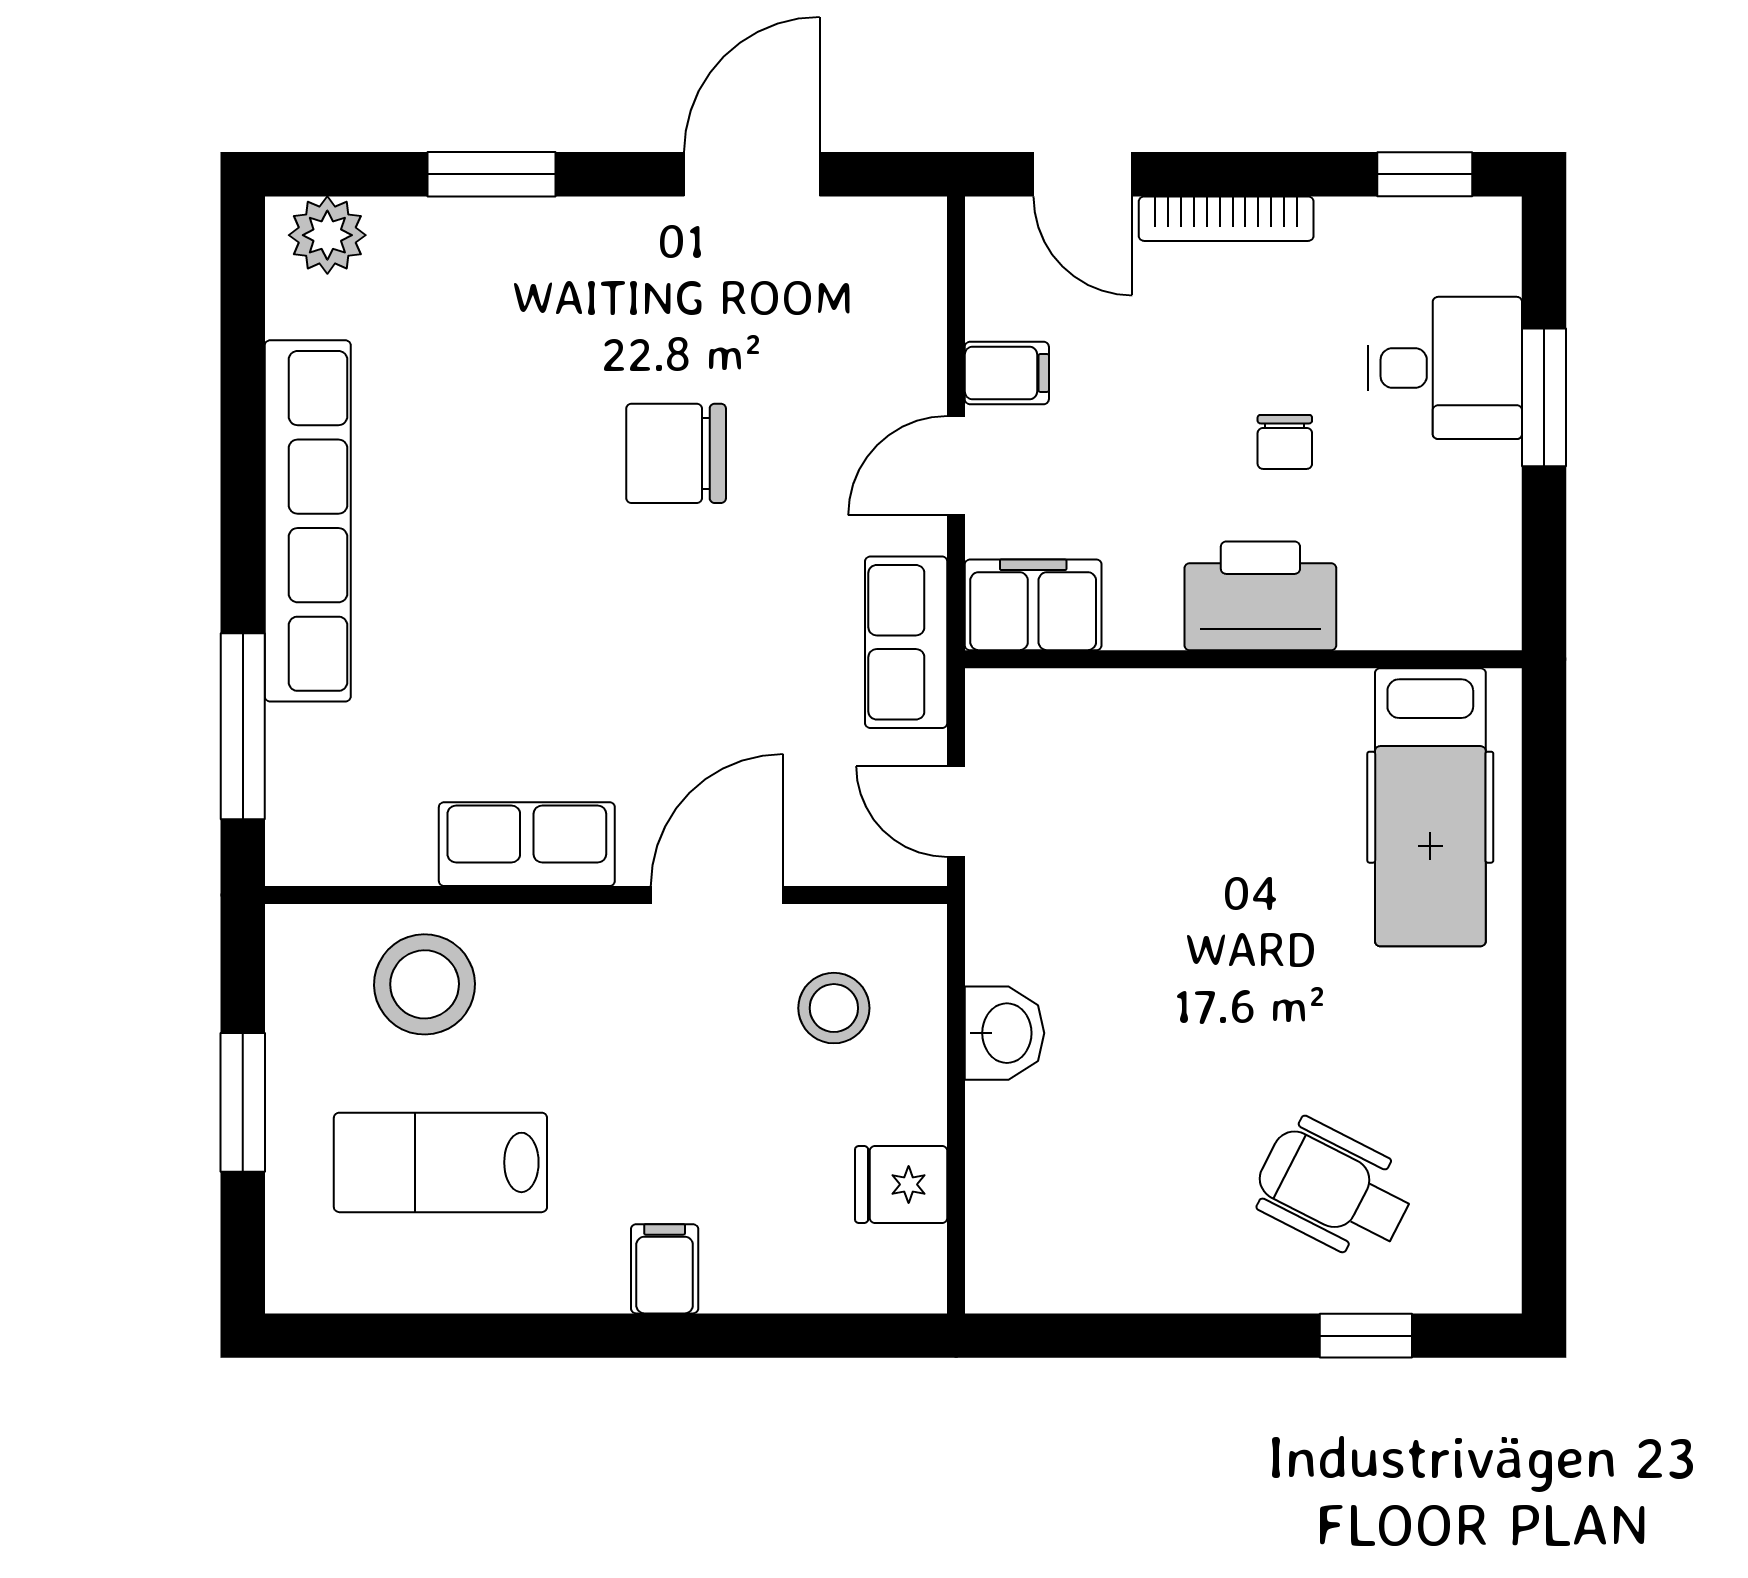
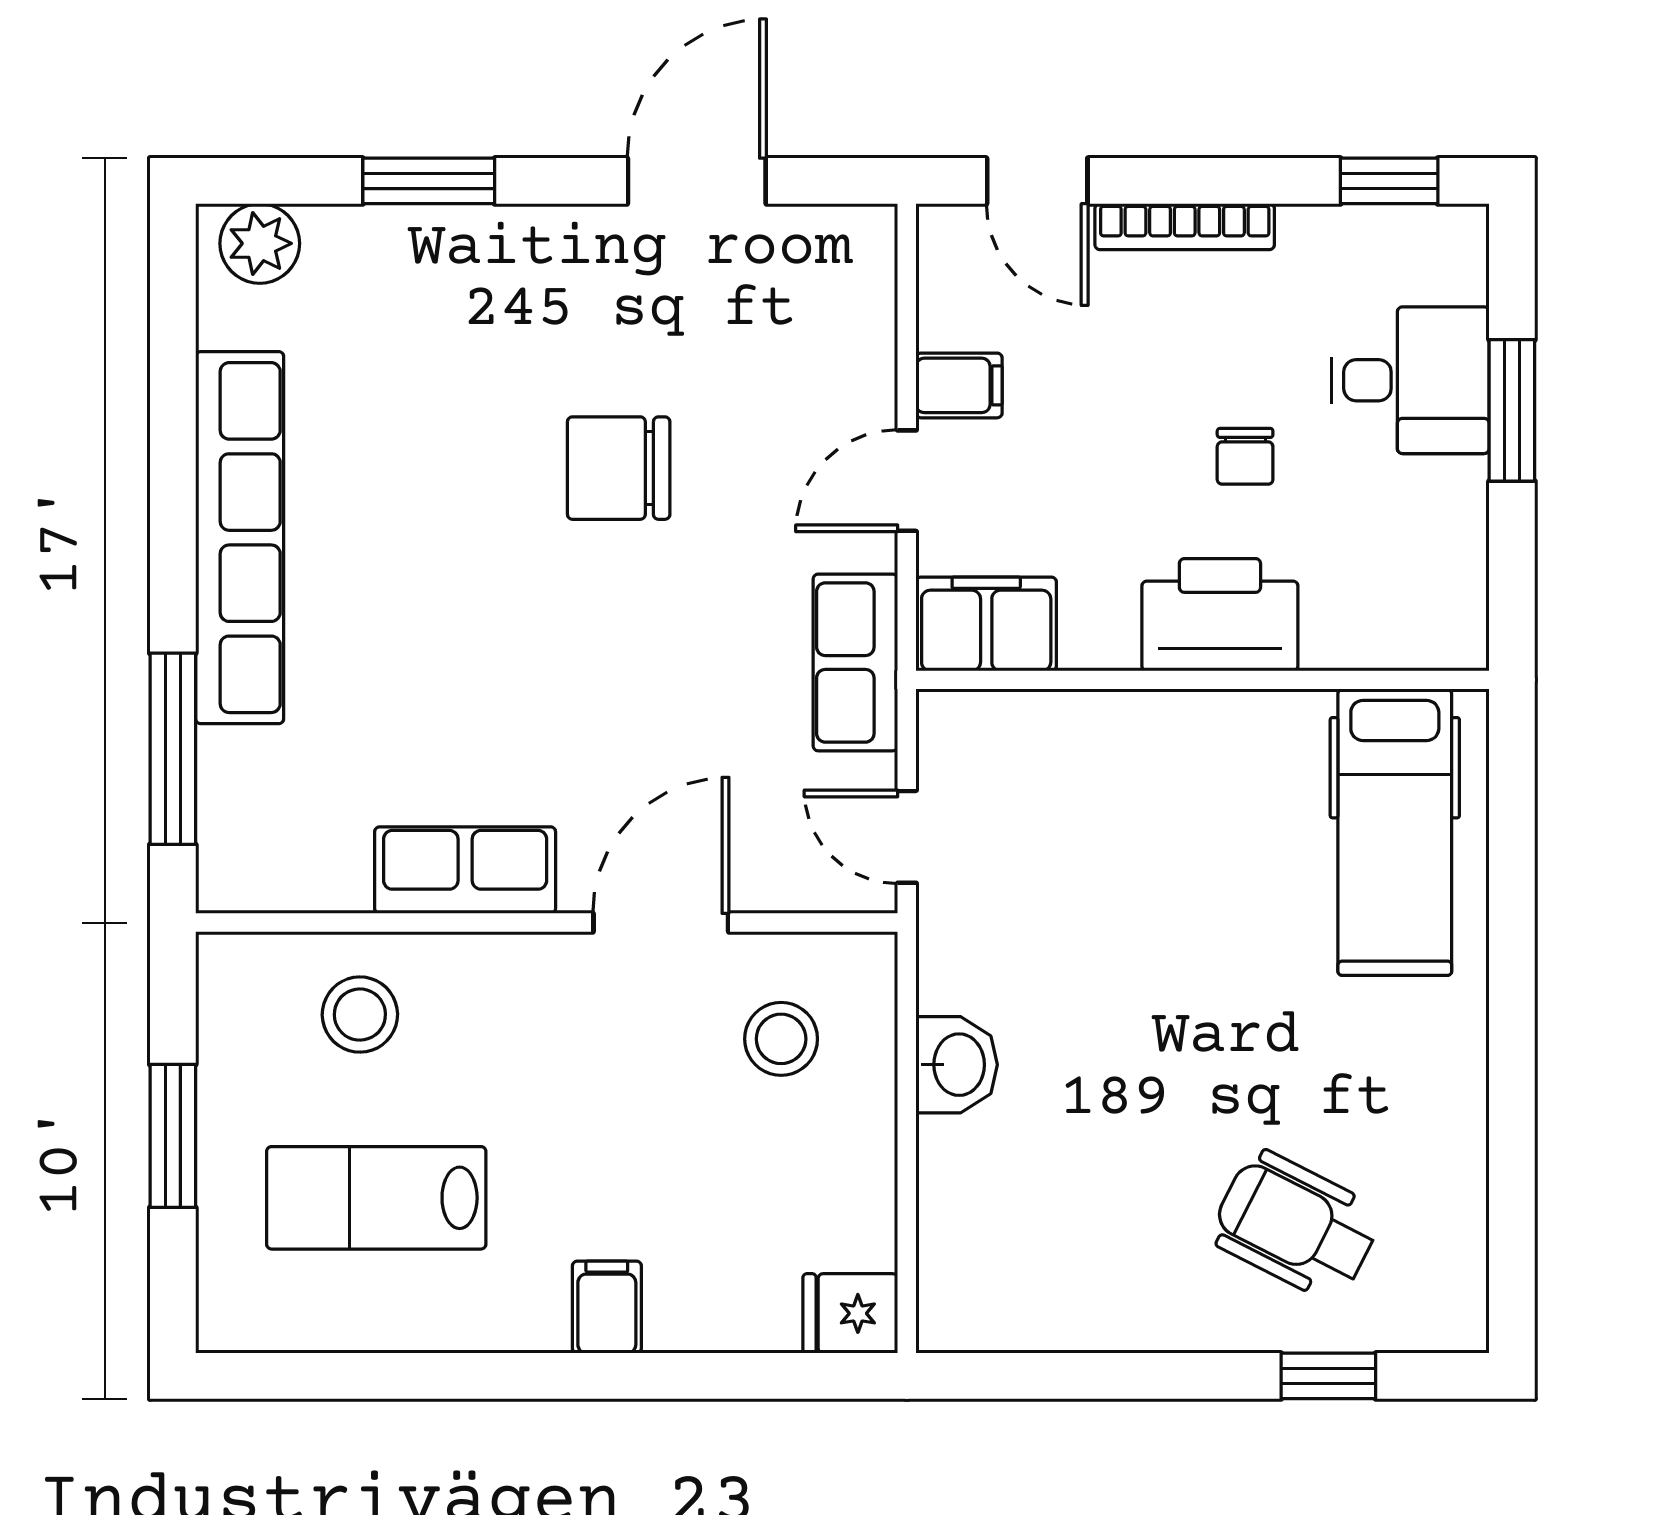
stool: (425, 984) -> (360, 1015), width x0.73, depth x0.73
fridge: (901, 1184) -> (850, 1313), moved

